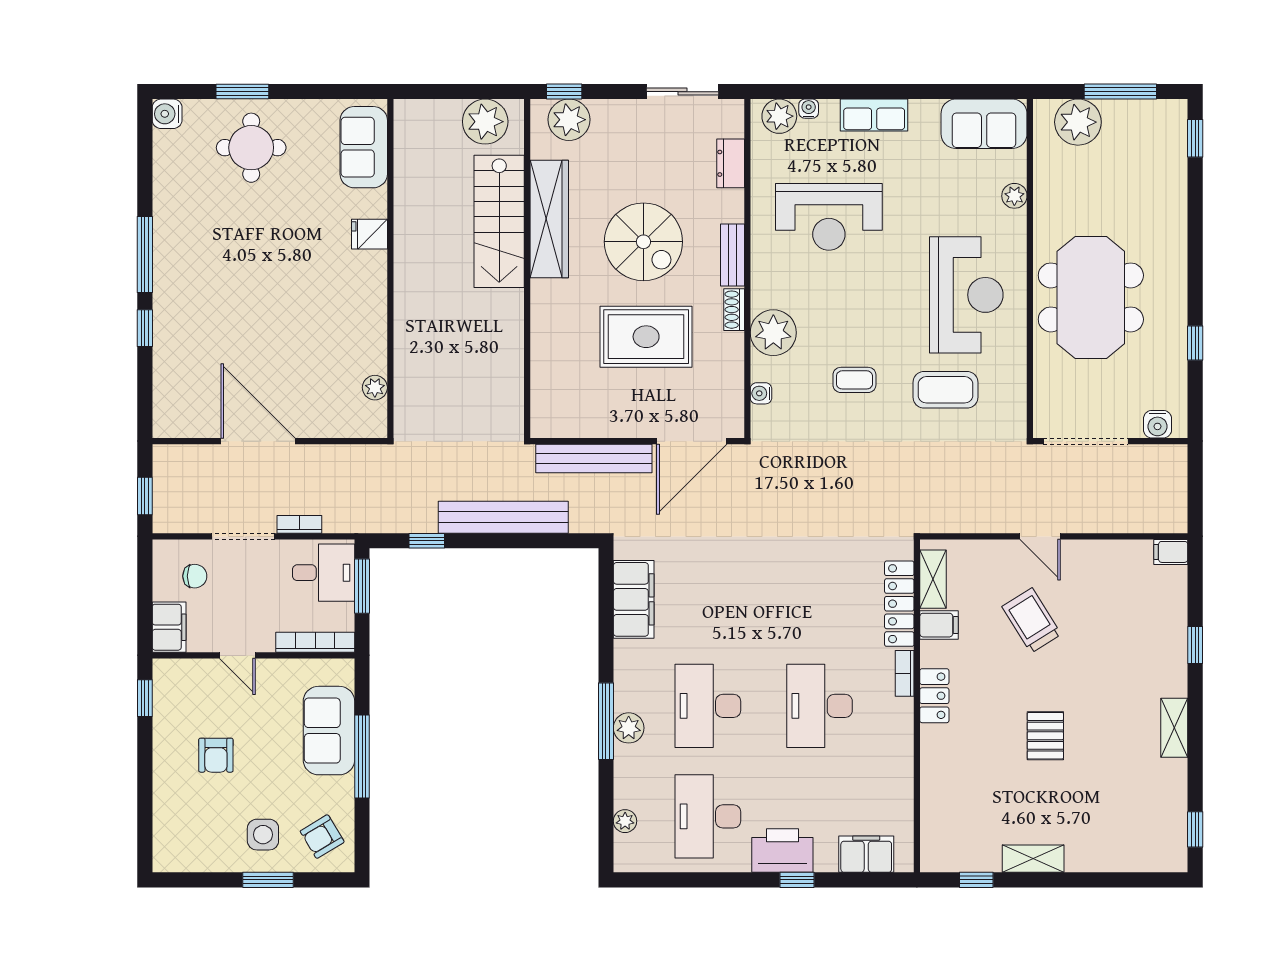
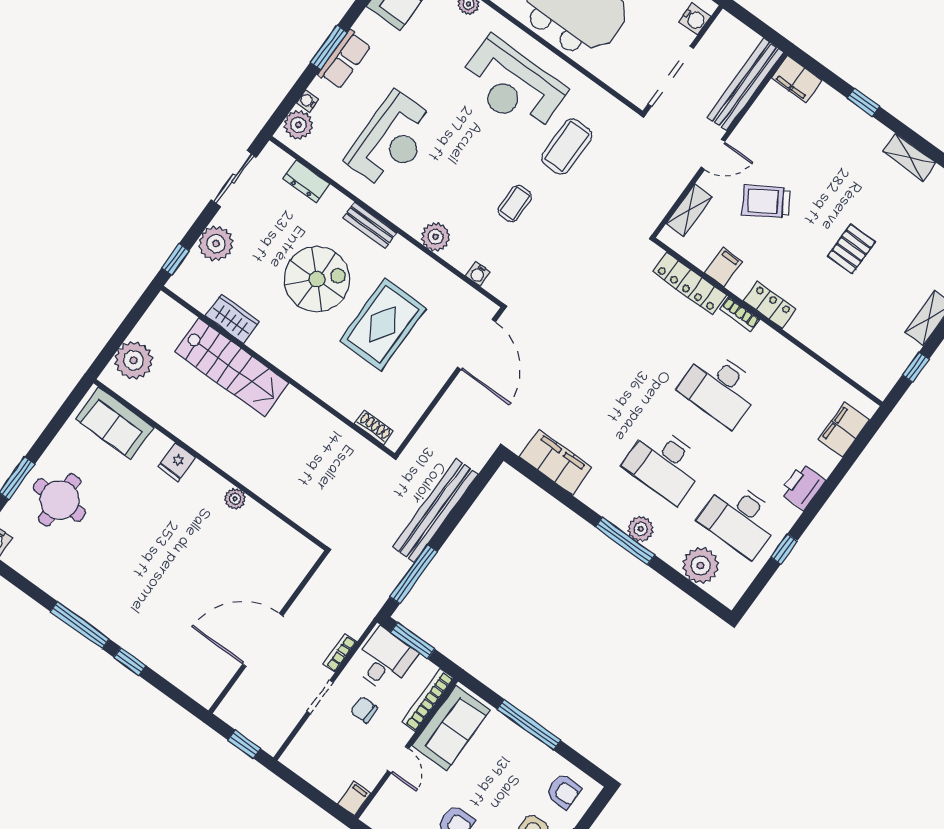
window: (875, 92) -> (329, 47), added
plant: (569, 120) -> (216, 244), moved
plant: (485, 122) -> (133, 360), moved
wardrobe: (549, 219) -> (232, 319), width x0.48, depth x0.85
reception desk: (966, 295) -> (512, 86), turned 180
shoe rack: (734, 310) -> (374, 428), moved, turned 180
plant: (773, 333) -> (436, 237), width x0.73, depth x0.73
plant: (375, 388) -> (235, 499), moved
bench: (594, 459) -> (745, 85), moved
doorway: (243, 536) -> (320, 697), width x0.73
window: (427, 541) -> (414, 574), width x2.17
filing cabinet: (1171, 552) -> (797, 79), width x2.00
chair: (195, 576) -> (364, 710), moved, turned -90
shelving: (933, 579) -> (689, 210), moved, turned 90
filing cabinet: (169, 627) -> (354, 798), width x0.50
door: (237, 655) -> (398, 760), hinge flipped
sofa: (329, 731) -> (451, 728), moved, turned -90
pallet: (1045, 736) -> (851, 249), turned 90
plant: (625, 821) -> (700, 565), width x1.87, depth x1.87
armchair: (322, 837) -> (564, 791), turned -59
printer: (782, 851) -> (802, 486), width x0.73, depth x0.84
window: (797, 880) -> (784, 549), moved

